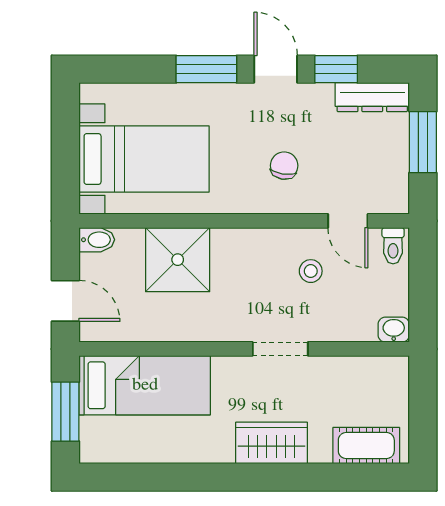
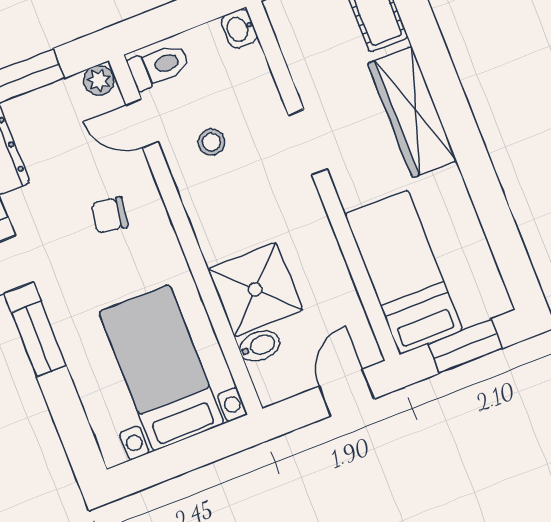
plant: (396, 200) -> (99, 80), added
door: (348, 221) -> (142, 123), swing flipped
bidet: (97, 240) -> (260, 346), moved, turned 90
toilet: (393, 246) -> (159, 66), width x1.37, depth x1.39
wardrobe: (272, 443) -> (412, 112), width x1.50

